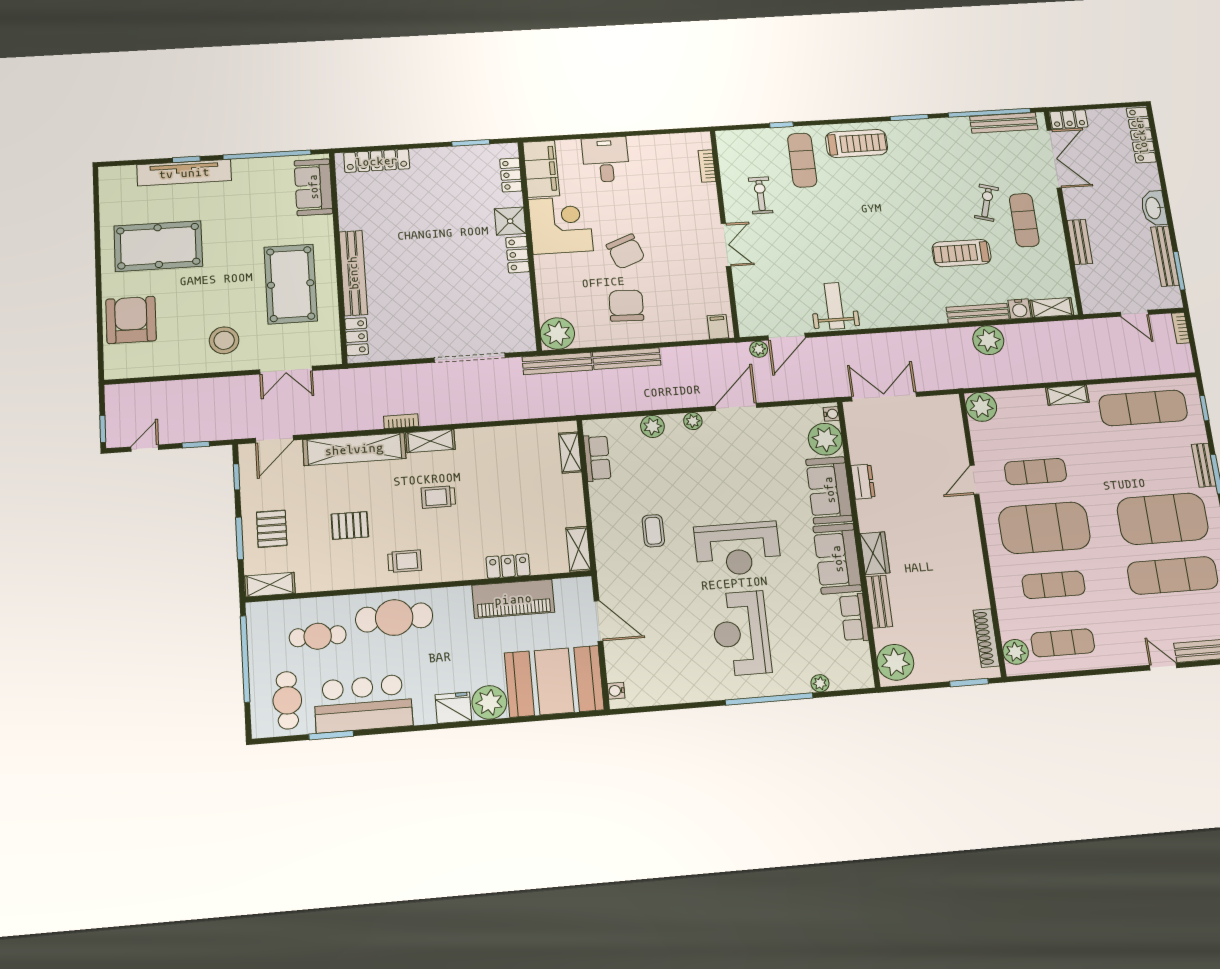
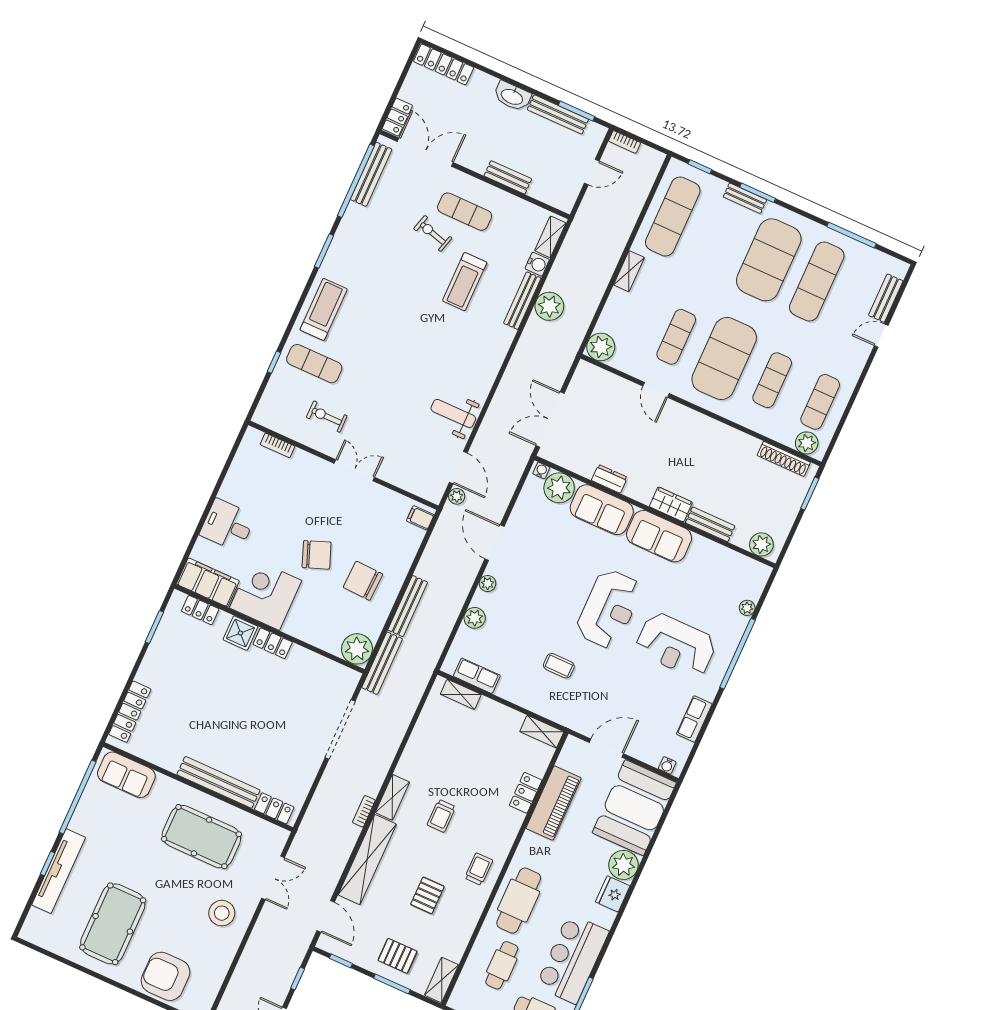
row of seats: (854, 618) -> (694, 719), moved, turned 90
plant: (895, 662) -> (761, 544), width x0.73, depth x0.73

